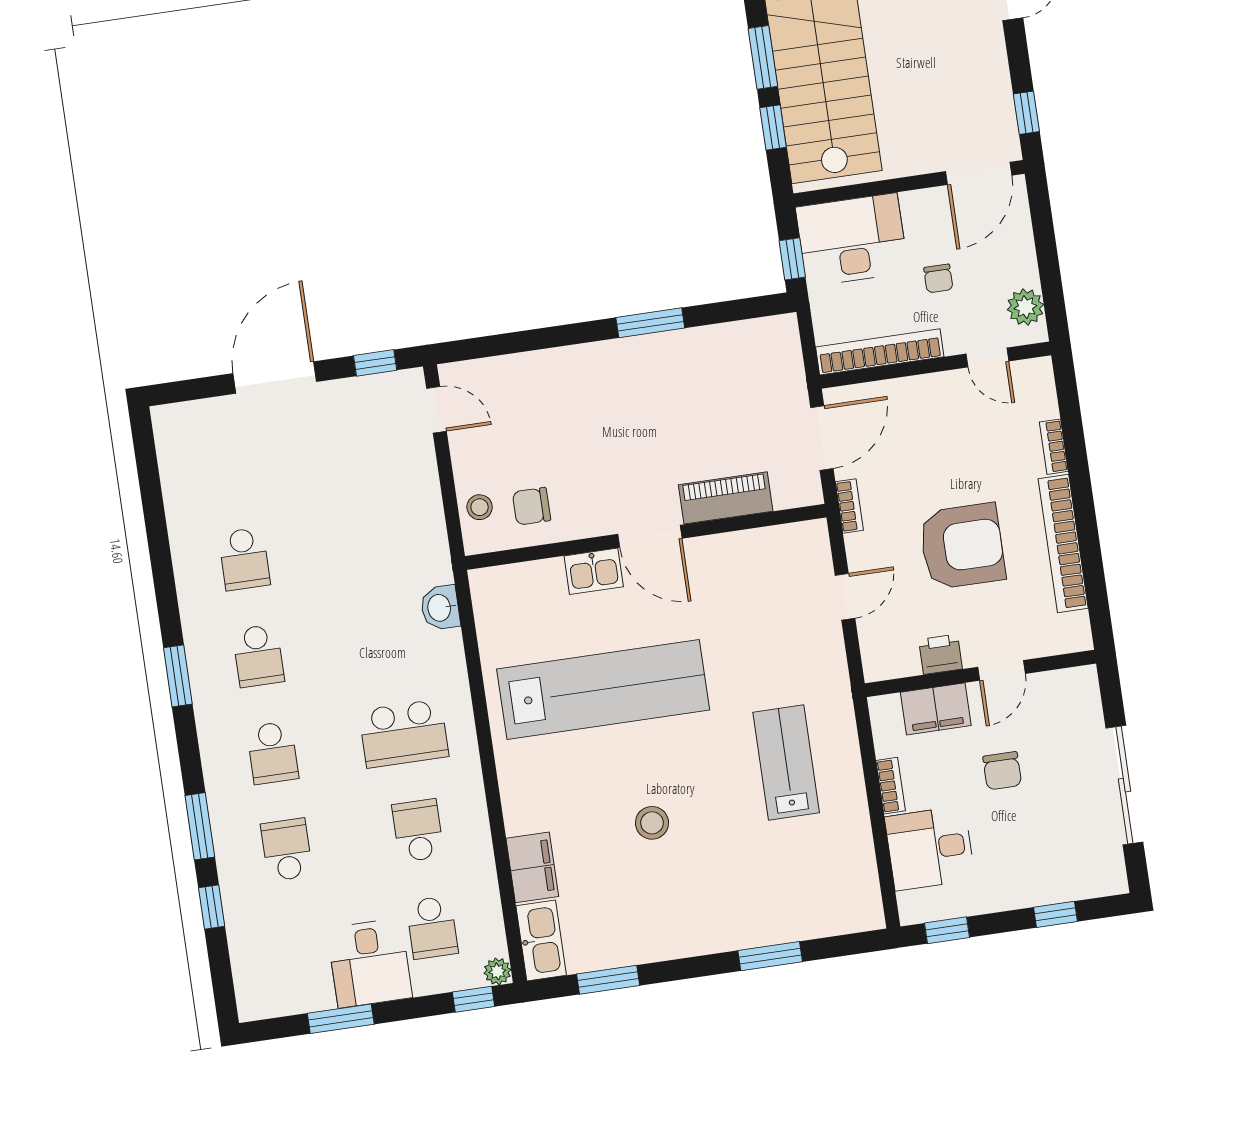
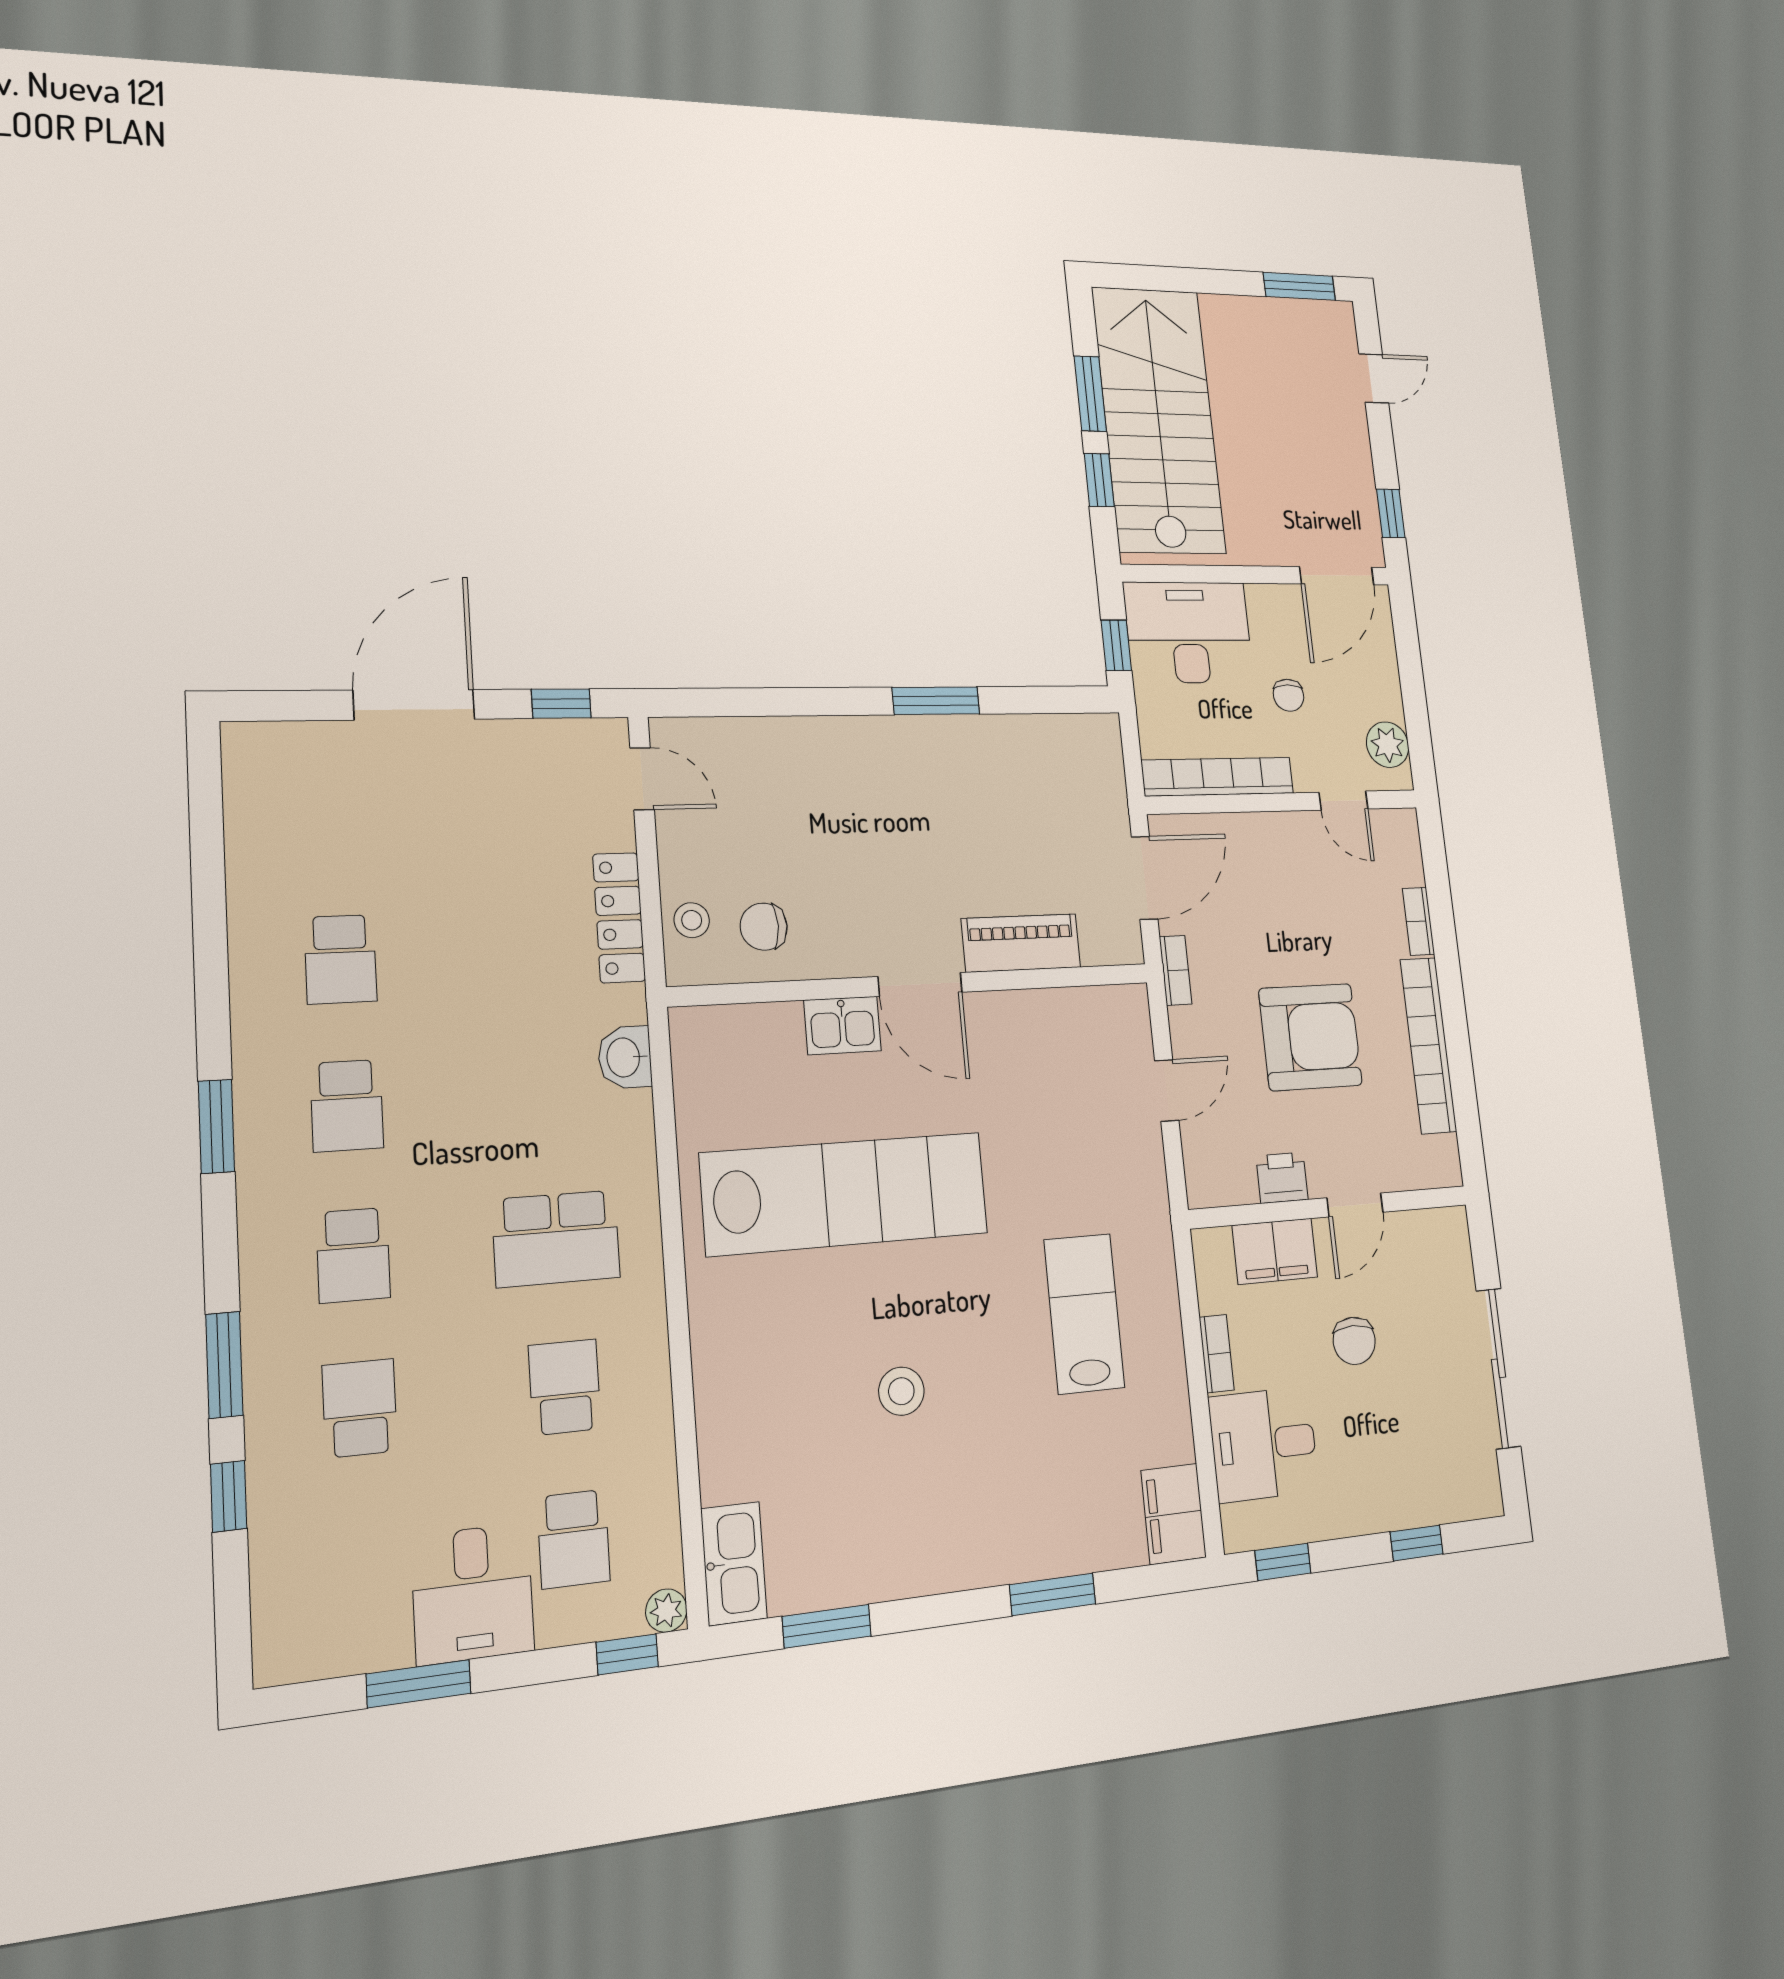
locker: (428, 511) -> (619, 918), added
filing cabinet: (532, 867) -> (1174, 1514), moved, turned 180

